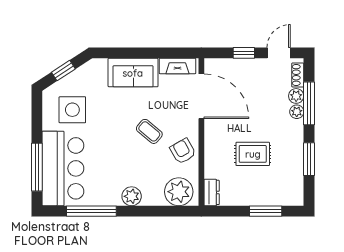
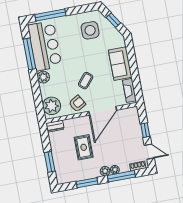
door: (201, 96) -> (103, 111), moved
plant: (296, 96) -> (105, 171), moved
bar counter: (63, 168) -> (45, 46), moved, turned -90

